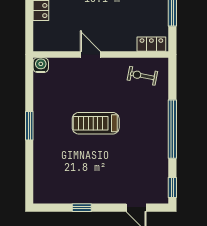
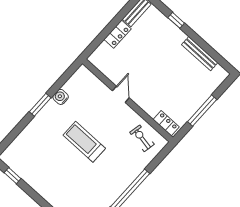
water cooler: (41, 65) -> (61, 97), moved, turned -90
window: (82, 208) -> (13, 176), moved

